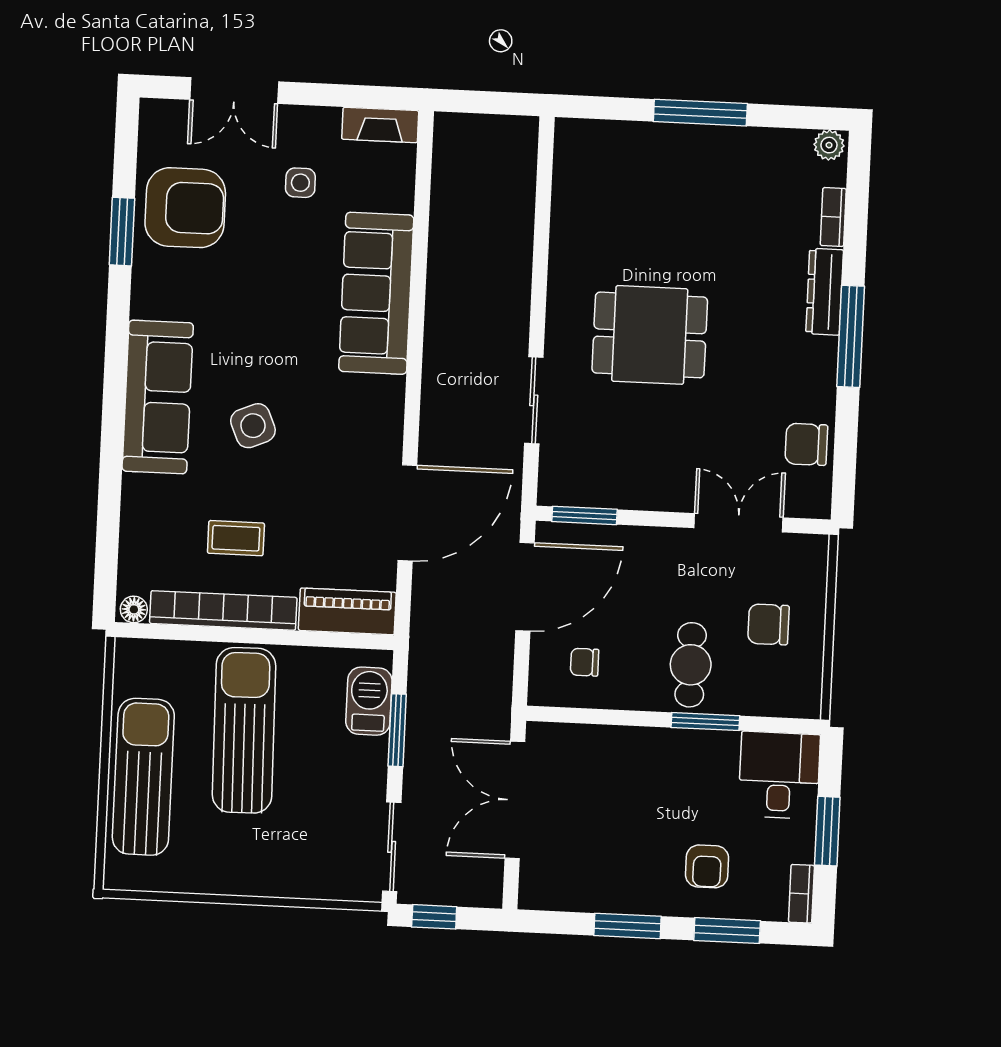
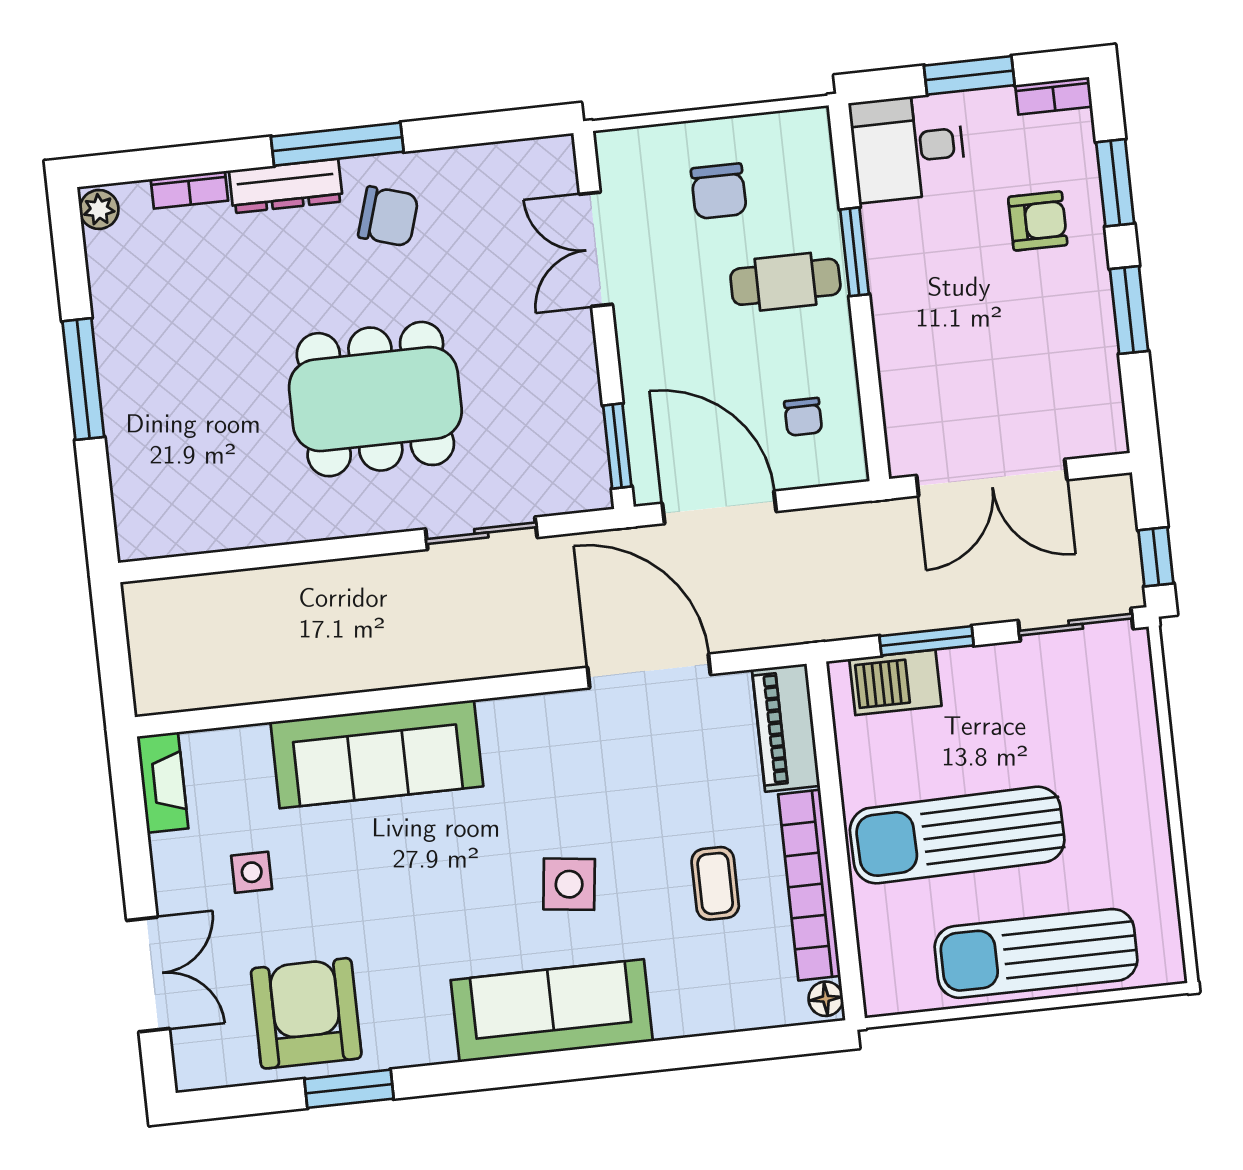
dining table: (650, 335) -> (375, 399), width x1.38
side table: (253, 426) -> (569, 884), turned 30
chair: (806, 444) -> (388, 216), moved, turned -73

